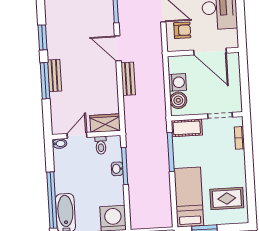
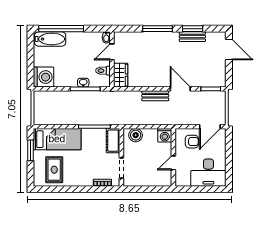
armchair: (182, 30) -> (192, 142), turned -90
door: (118, 48) -> (180, 89), hinge flipped
door: (210, 52) -> (173, 163), width x0.53
bench: (55, 75) -> (192, 37), moved
washing machine: (177, 82) -> (165, 135), moved
door: (77, 135) -> (112, 52), swing flipped

